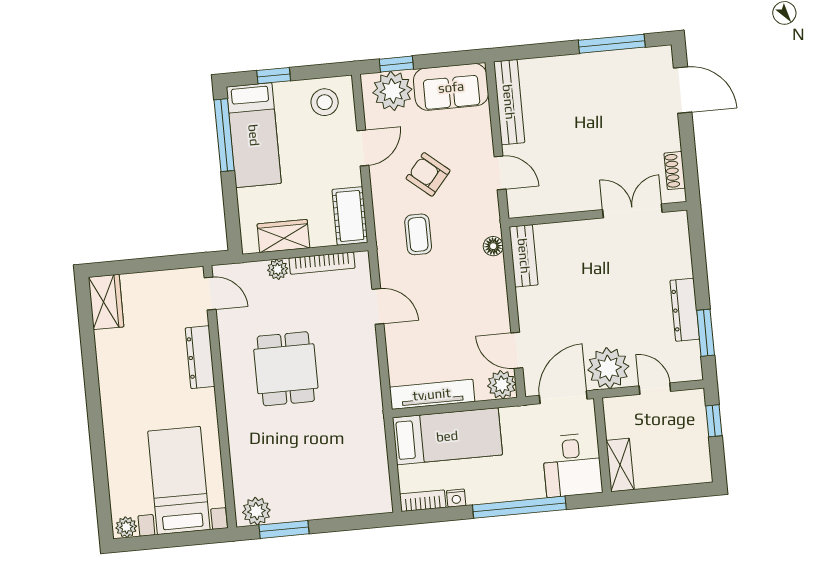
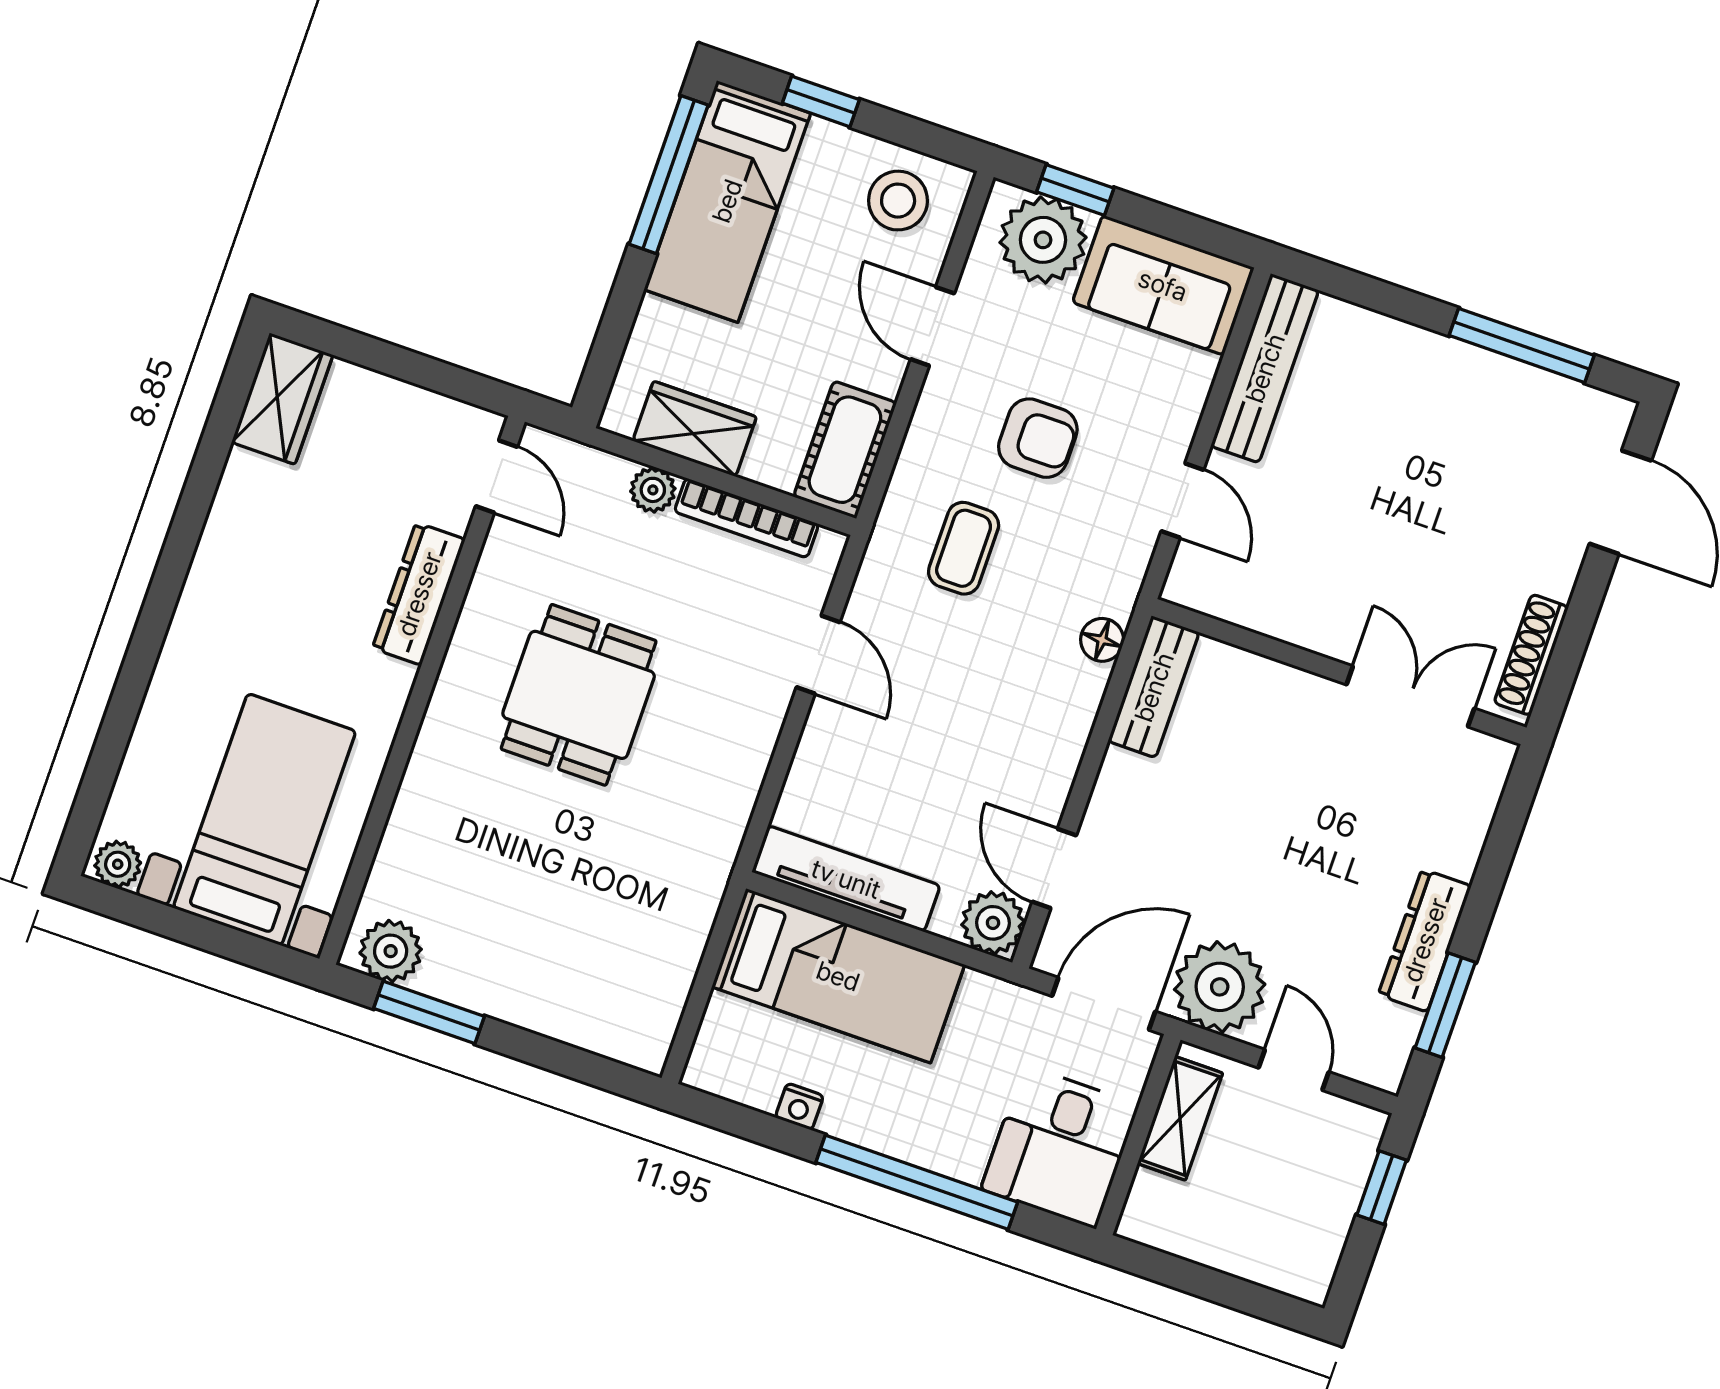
door: (363, 148) -> (932, 326), swing flipped
shoe rack: (675, 171) -> (1531, 655), width x1.43
armchair: (428, 174) -> (1038, 438), turned 140
shelving: (620, 465) -> (1180, 1118), moved
bookcase: (423, 501) -> (731, 1081), removed

